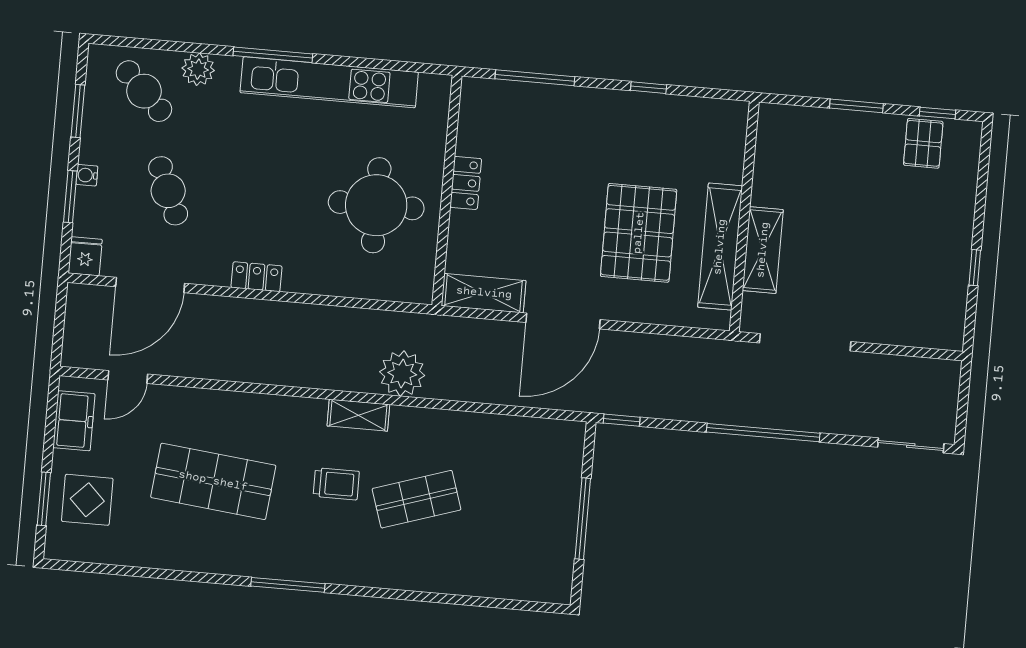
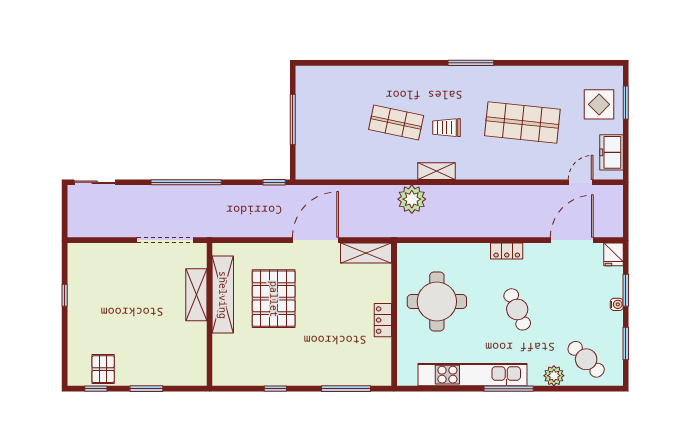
cafe table: (168, 191) -> (517, 309), moved
shop shelf: (417, 499) -> (396, 123), turned 30

